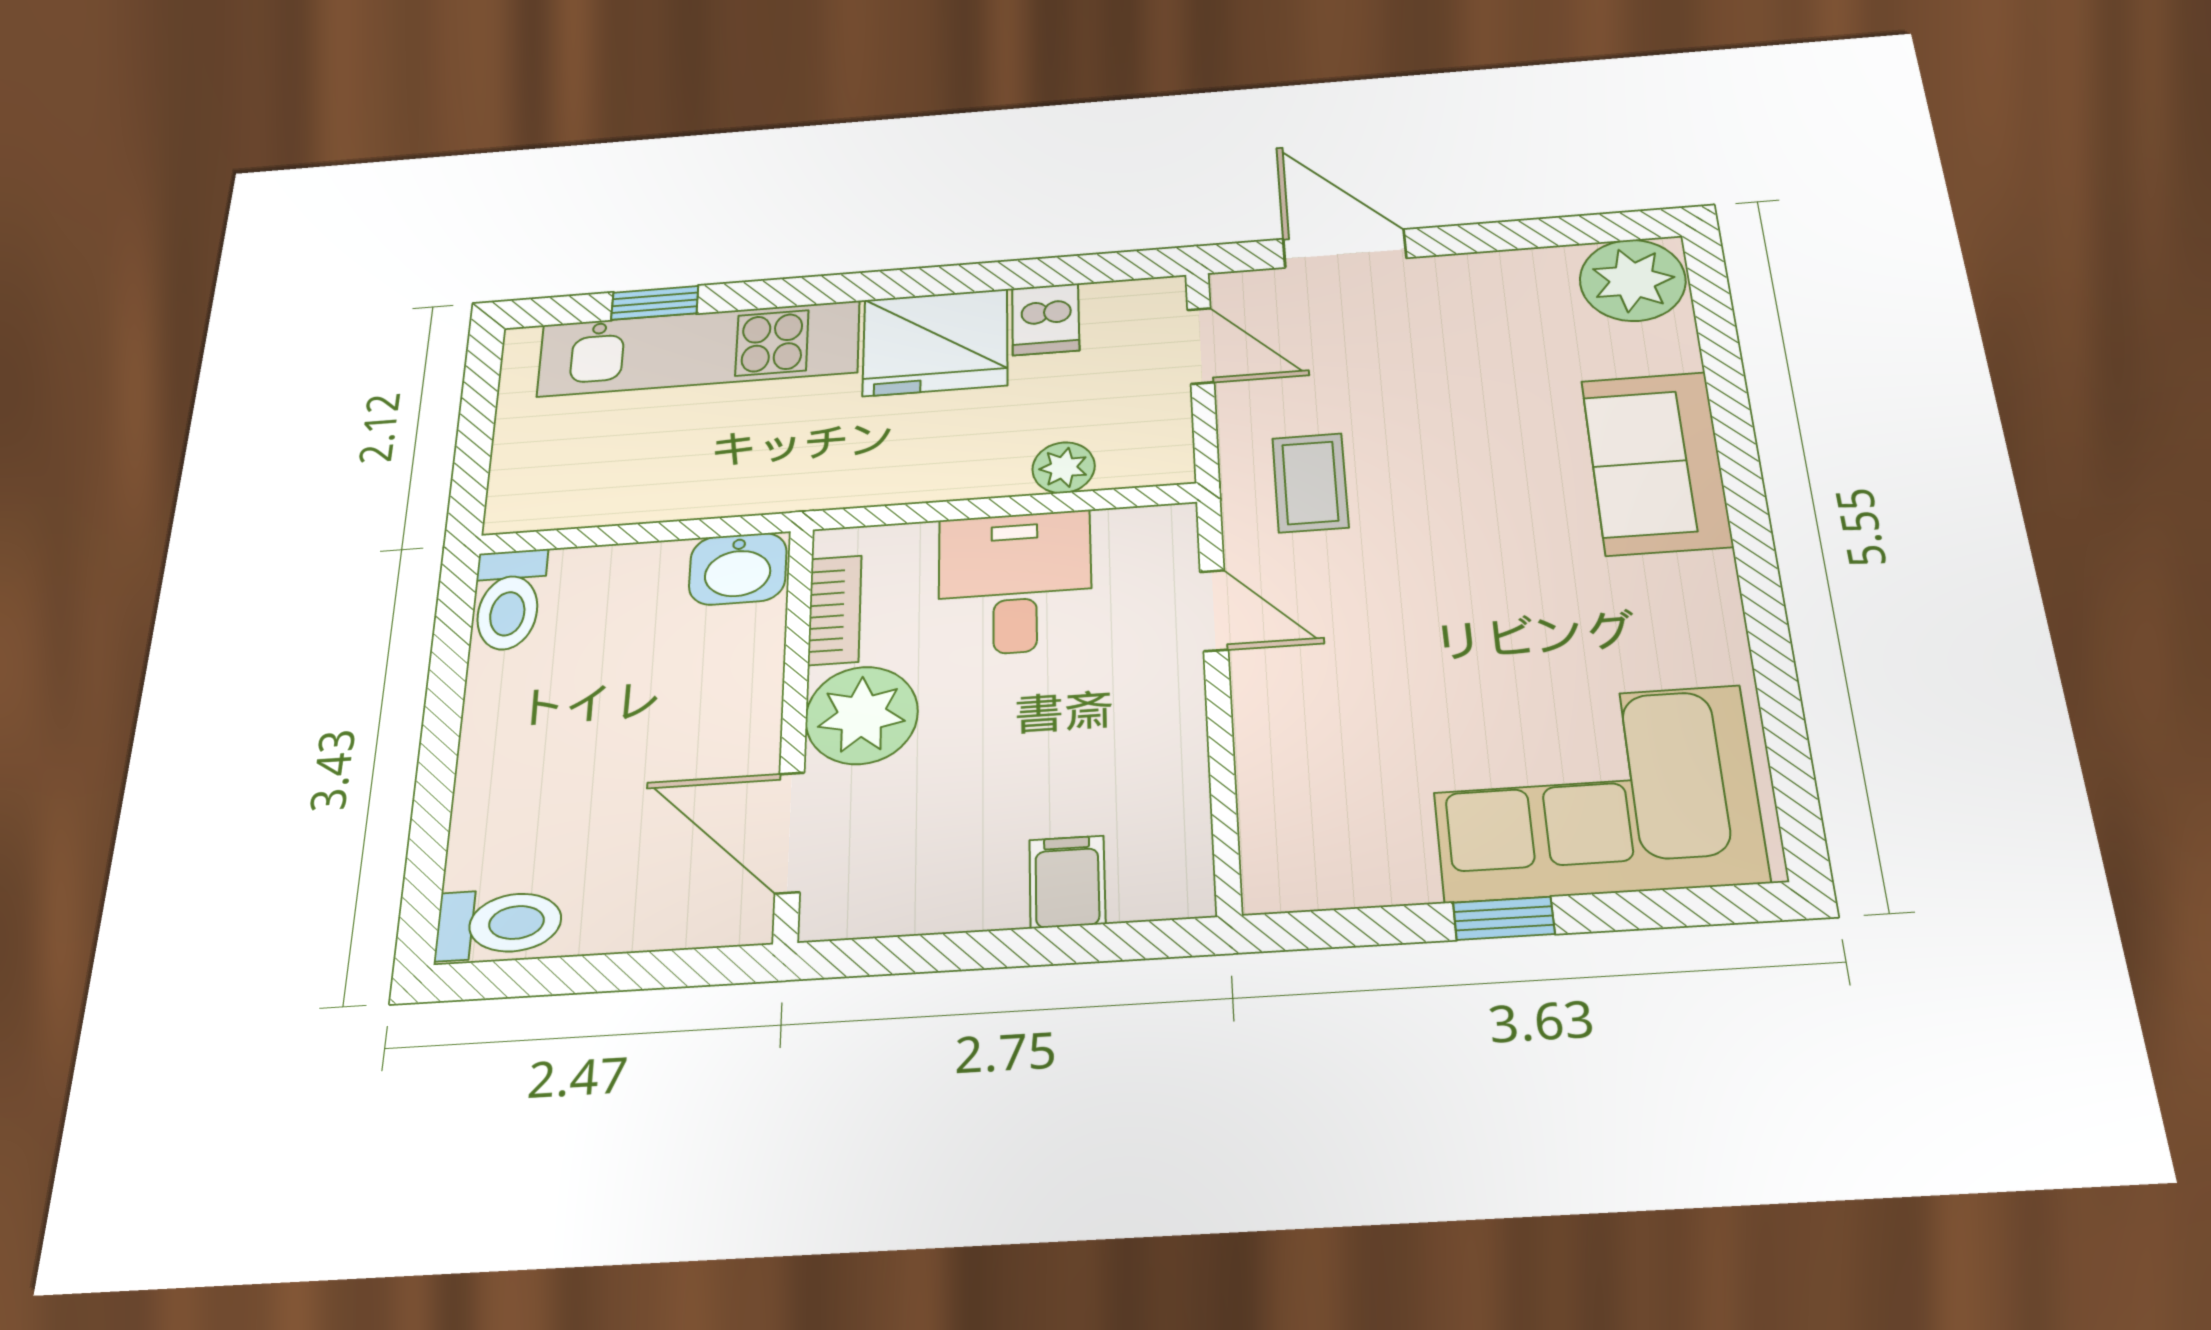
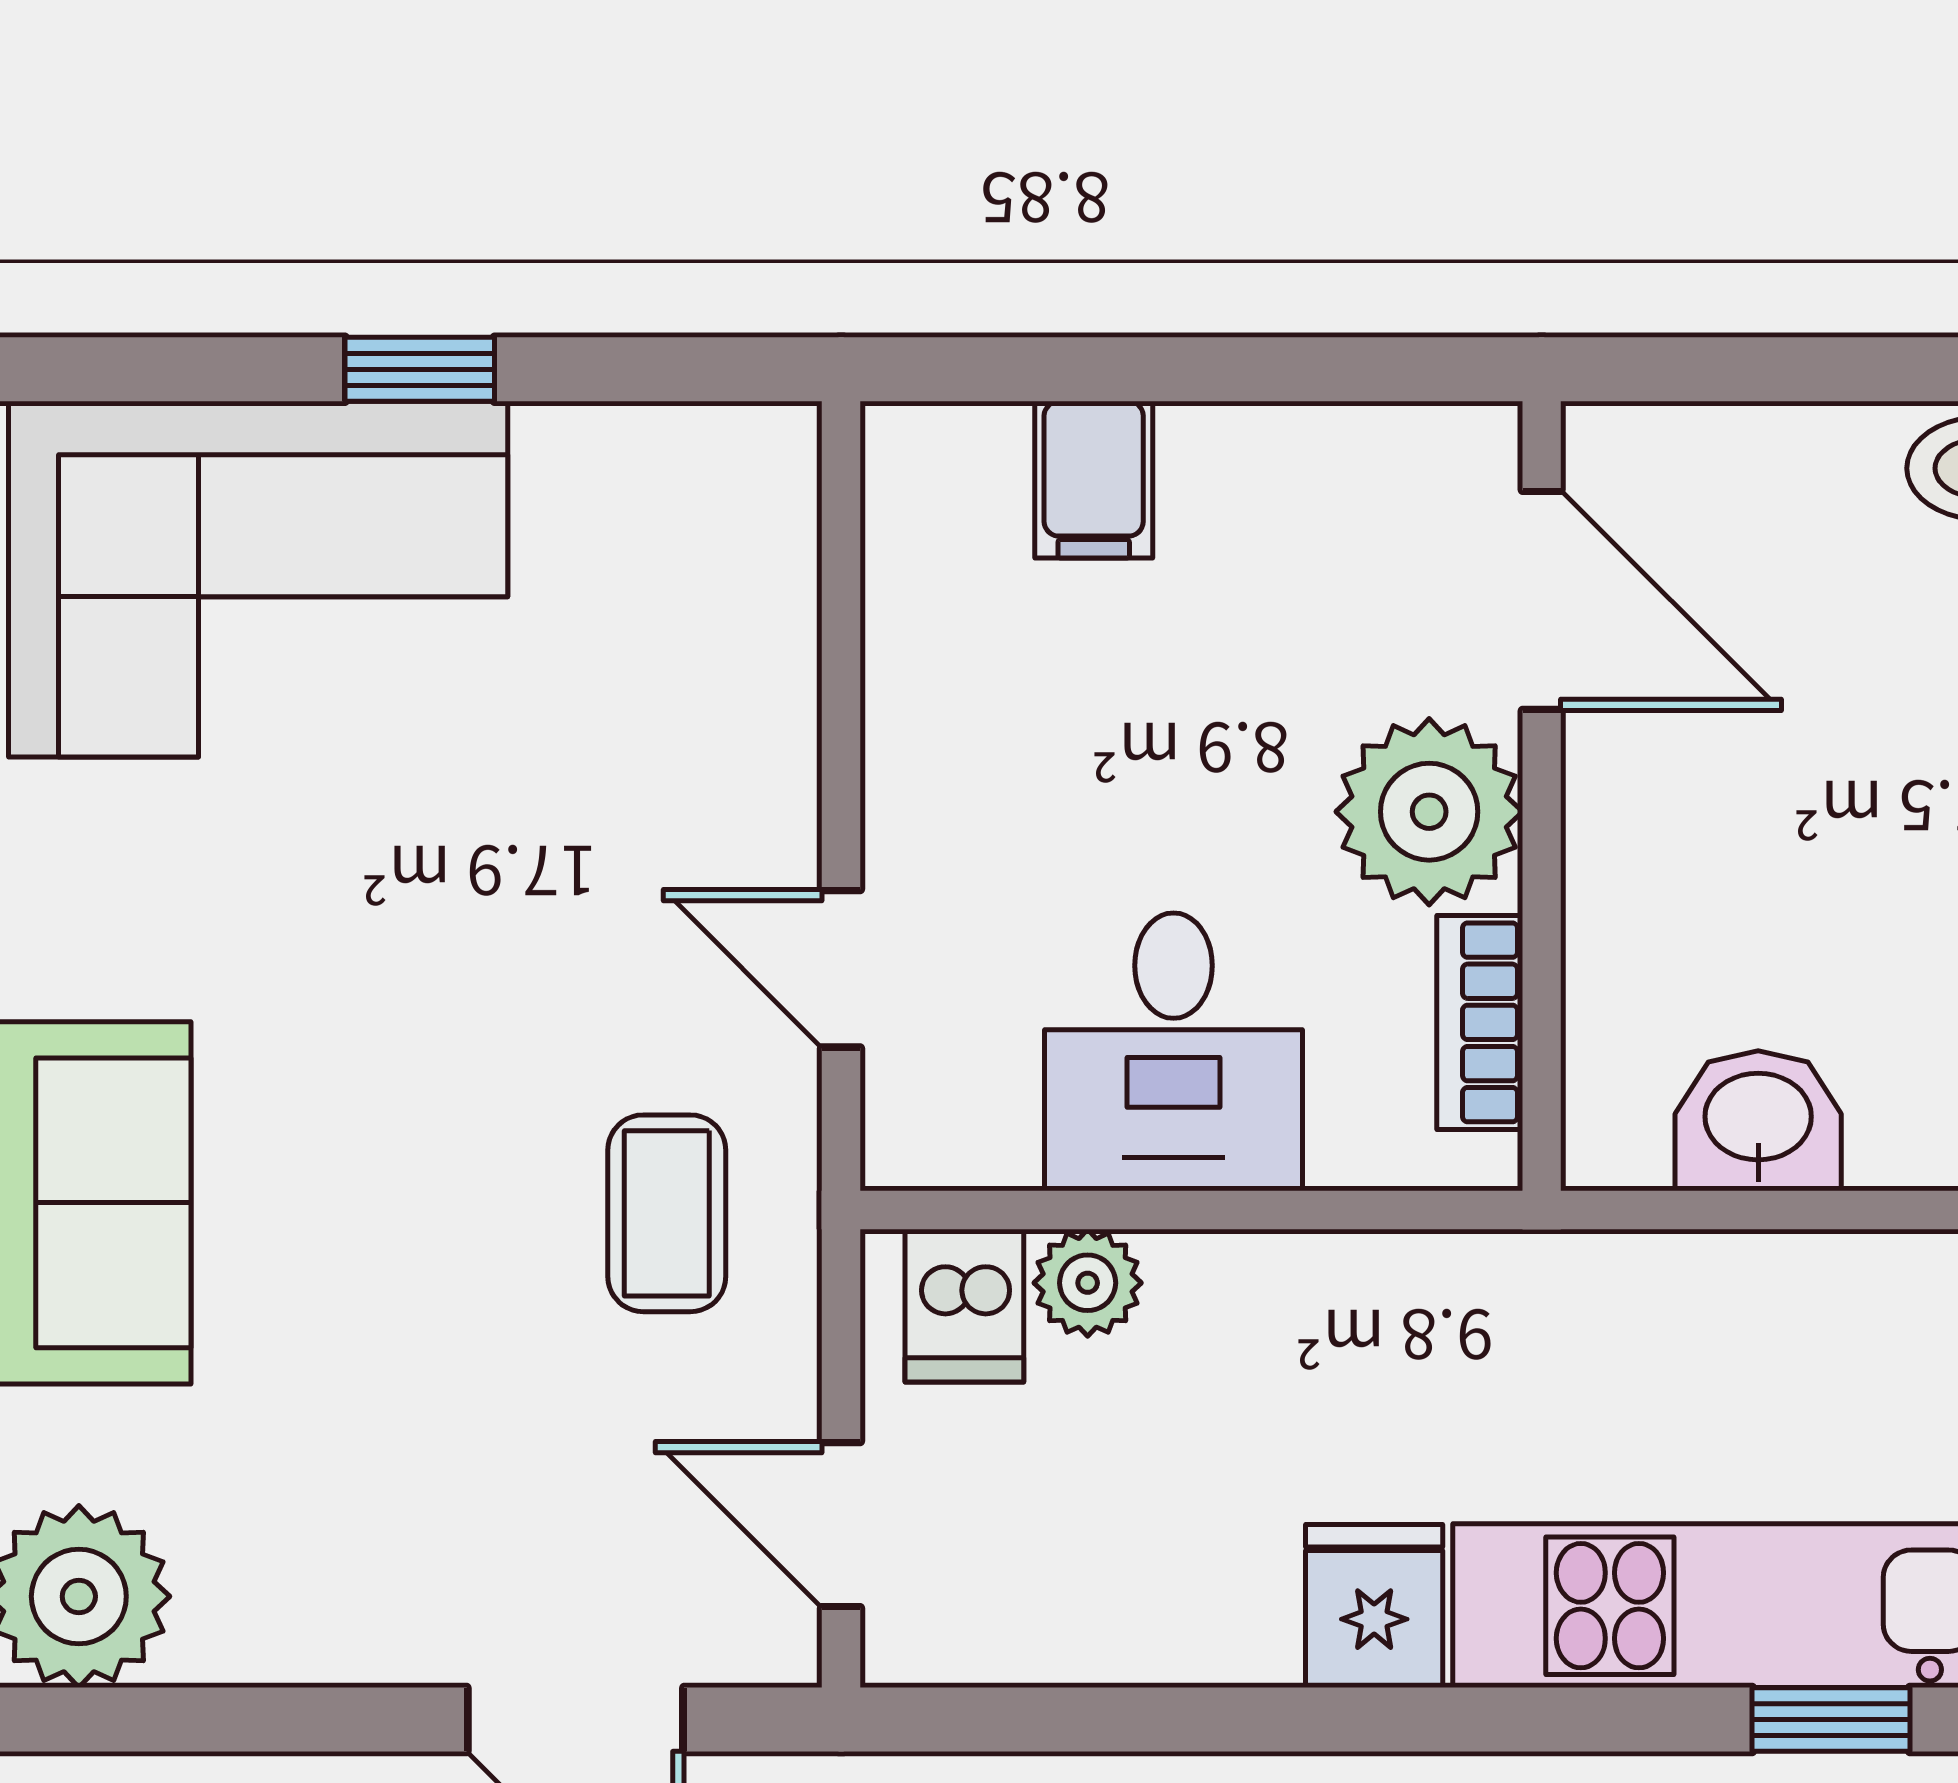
dishwasher: (1046, 319) -> (964, 1306), moved, turned 180
fridge: (935, 342) -> (1374, 1606), width x0.53, depth x0.75
washbasin: (738, 569) -> (1758, 1121), moved

